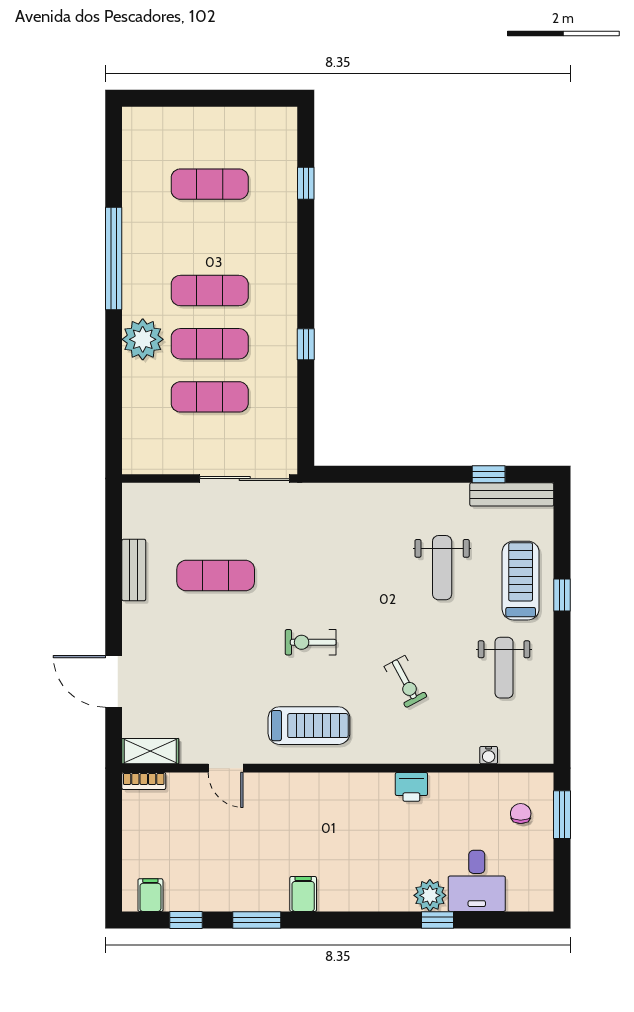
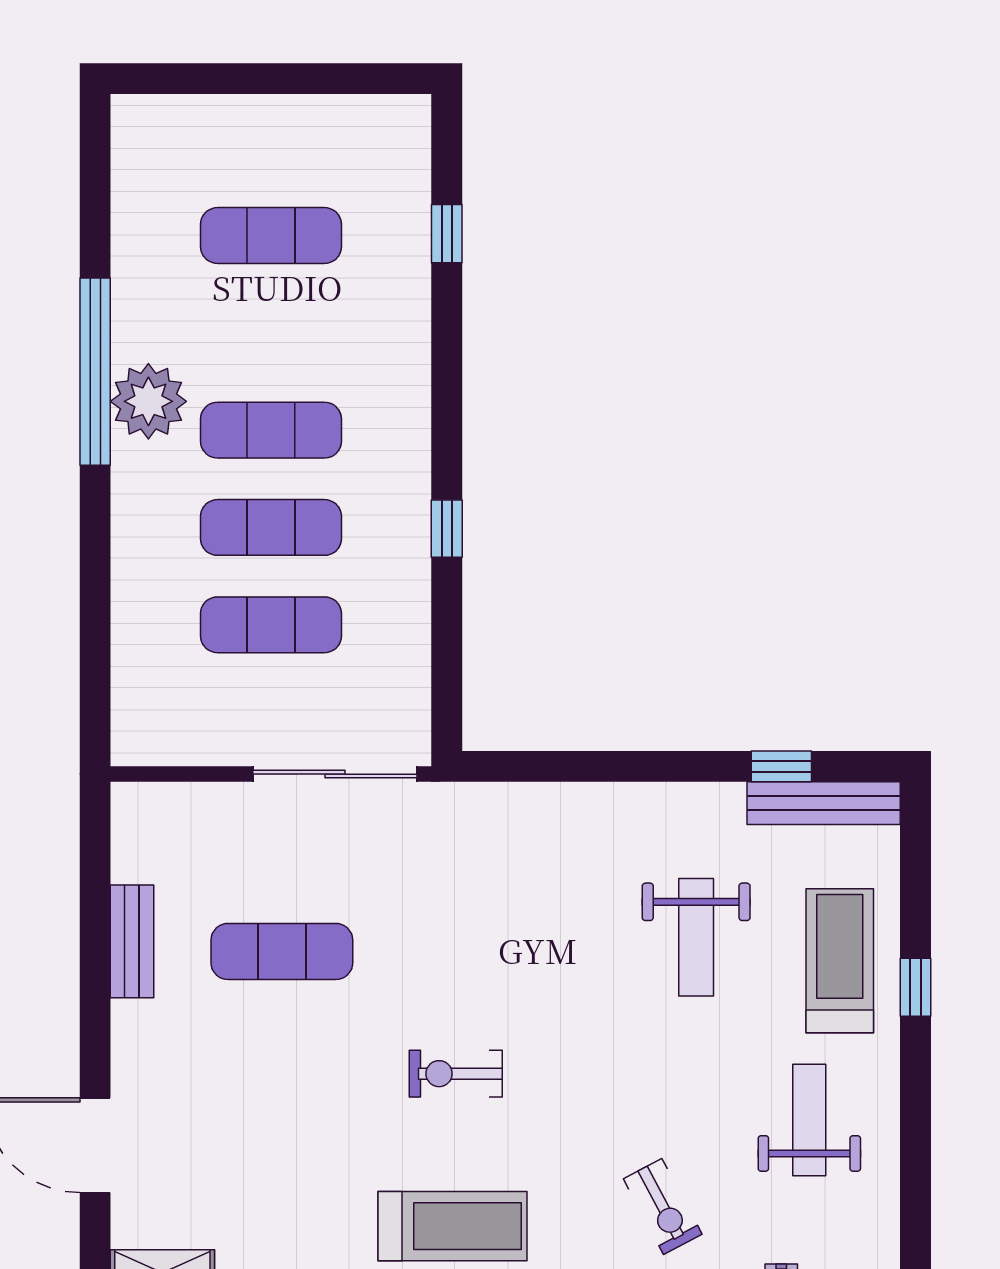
plant: (143, 339) -> (148, 401), moved
weight bench: (504, 668) -> (809, 1120), turned 180
exercise bike: (406, 681) -> (663, 1207), moved

